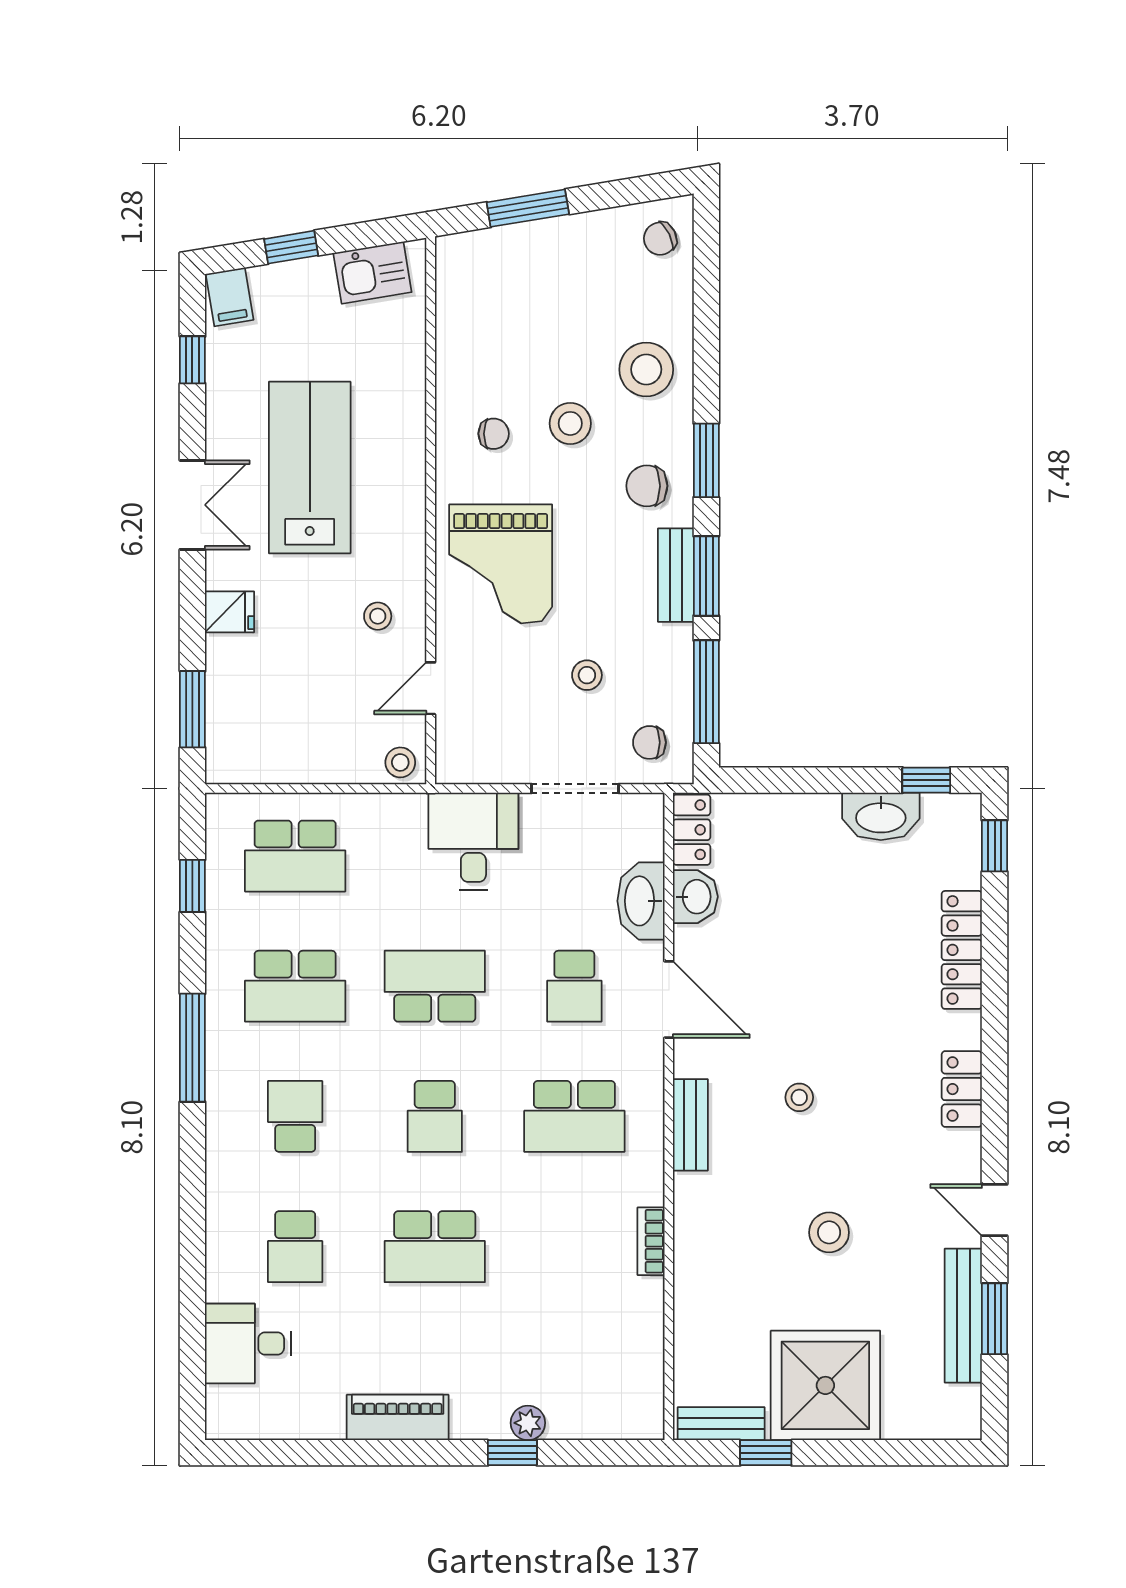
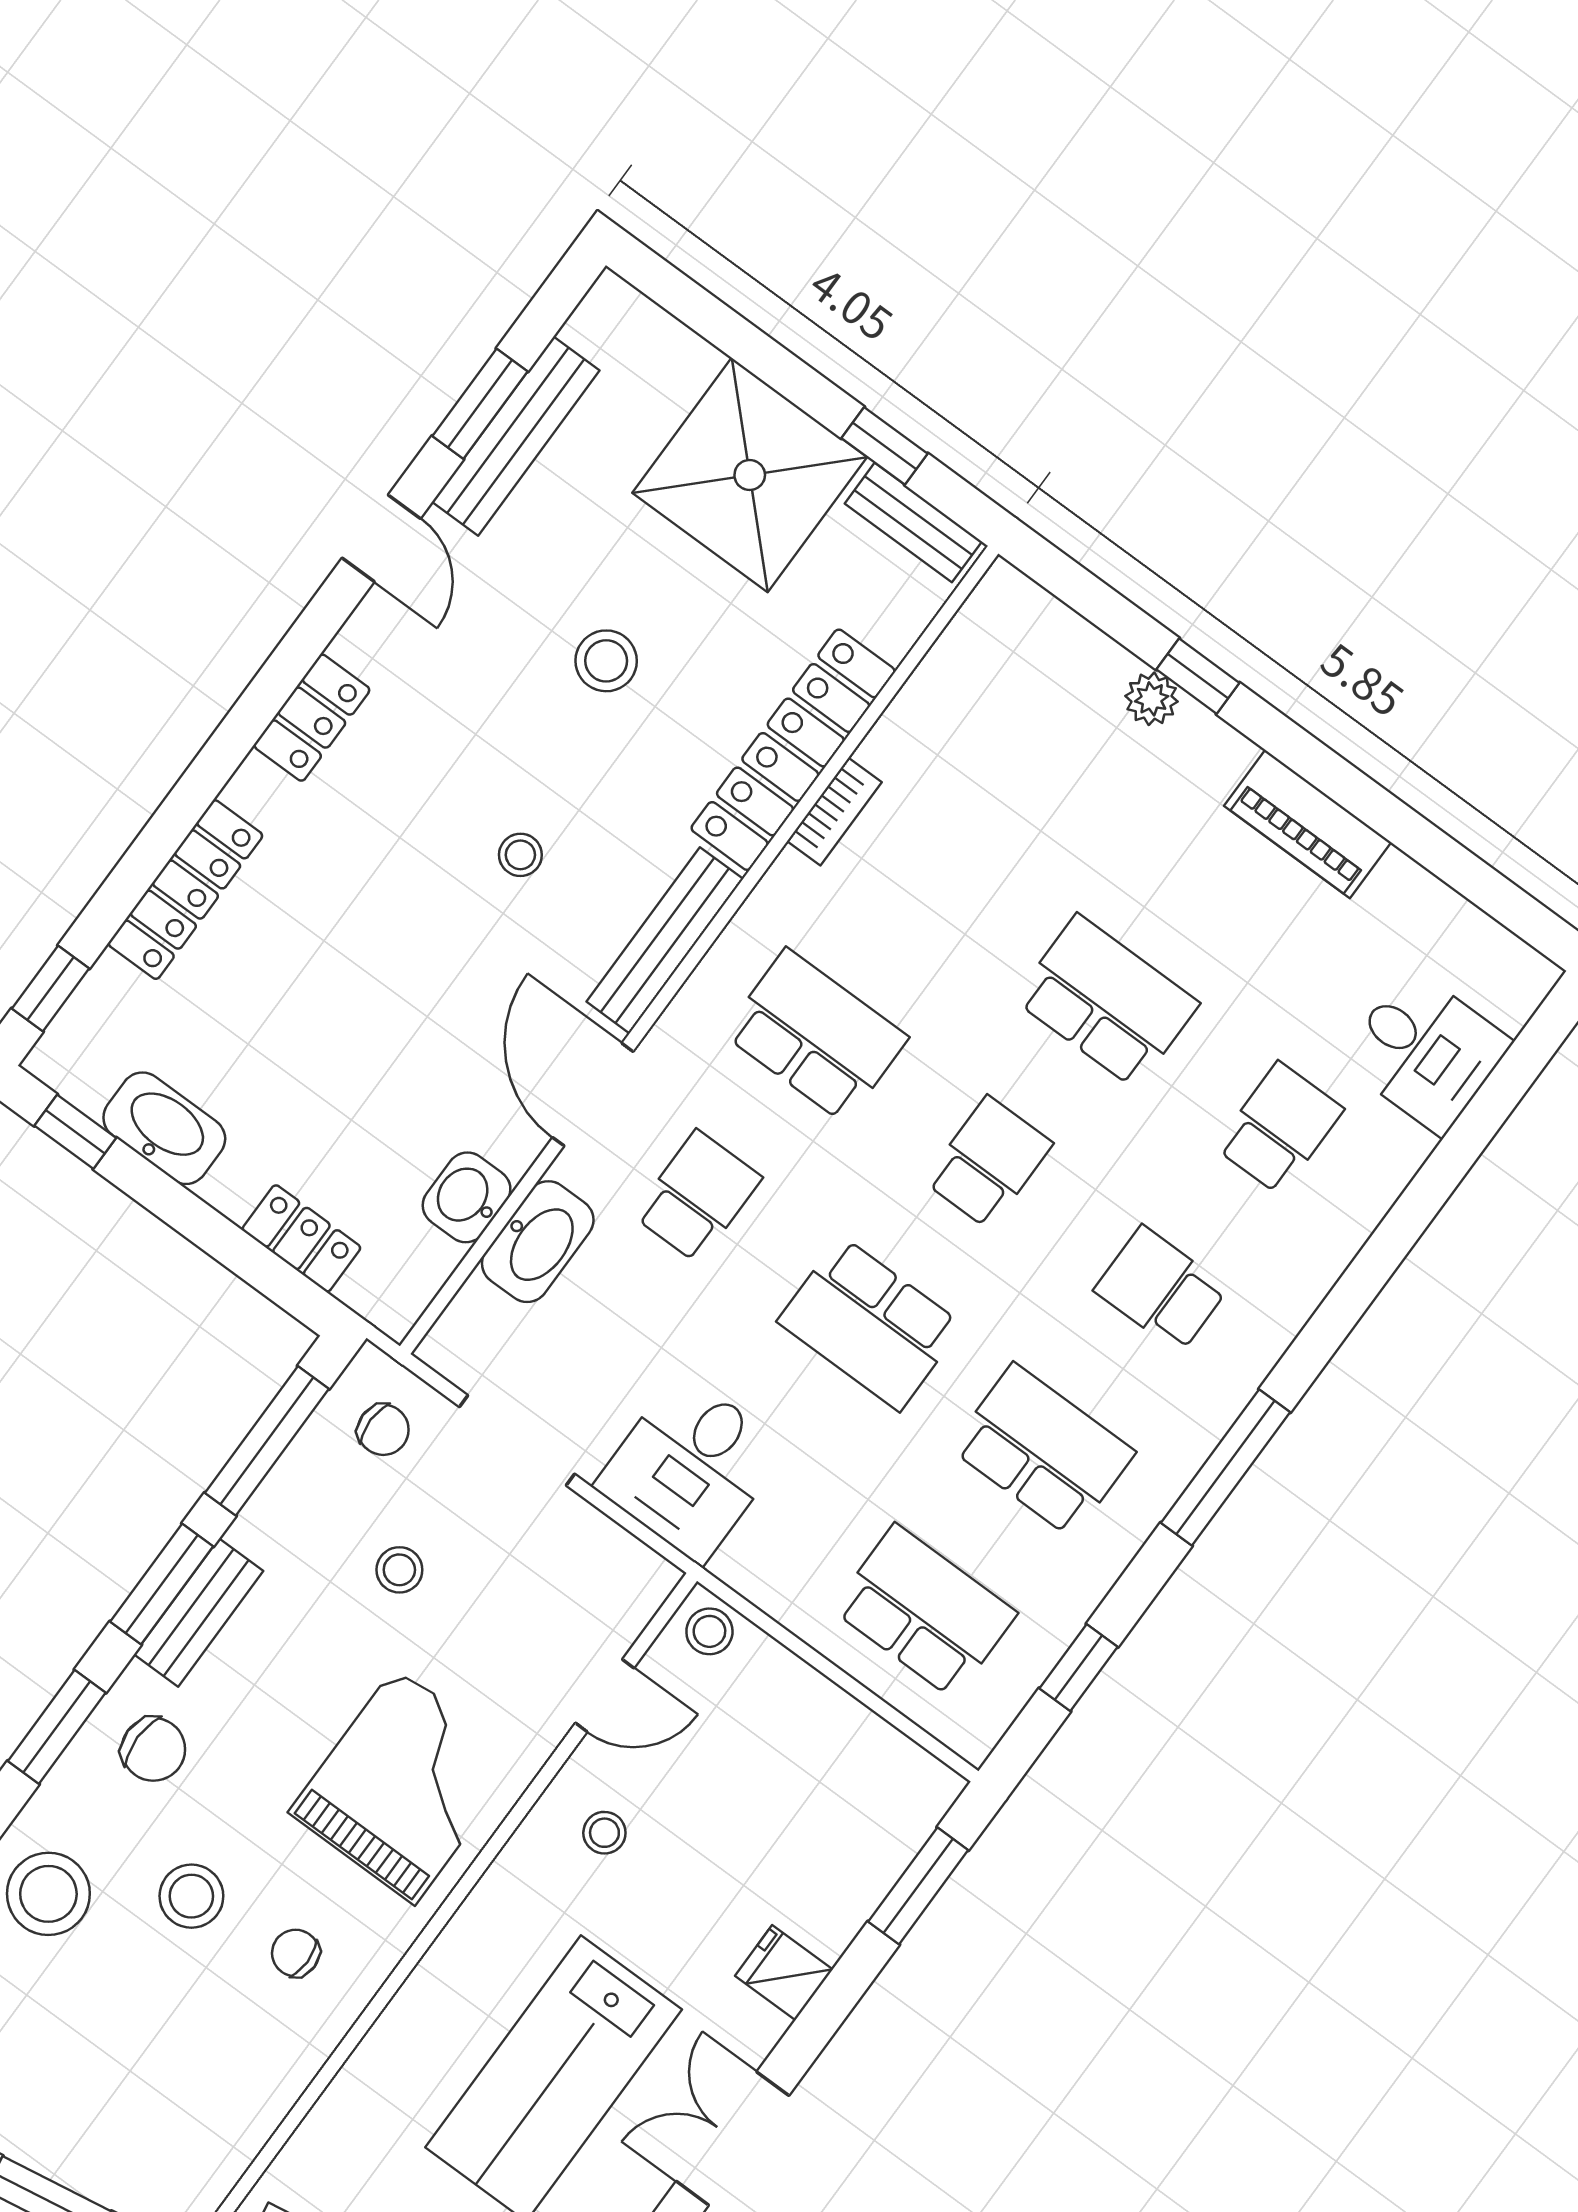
locker: (692, 830) -> (301, 1238), moved, turned 90
school desk: (295, 1116) -> (1161, 1289), turned 90
bench: (690, 1125) -> (665, 940), width x1.36
locker: (697, 1258) -> (793, 750), added

